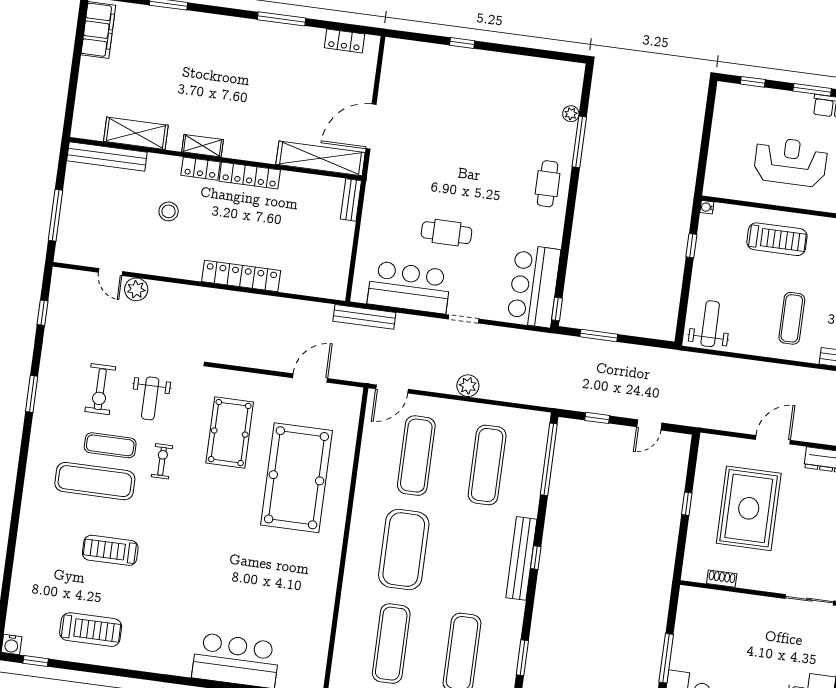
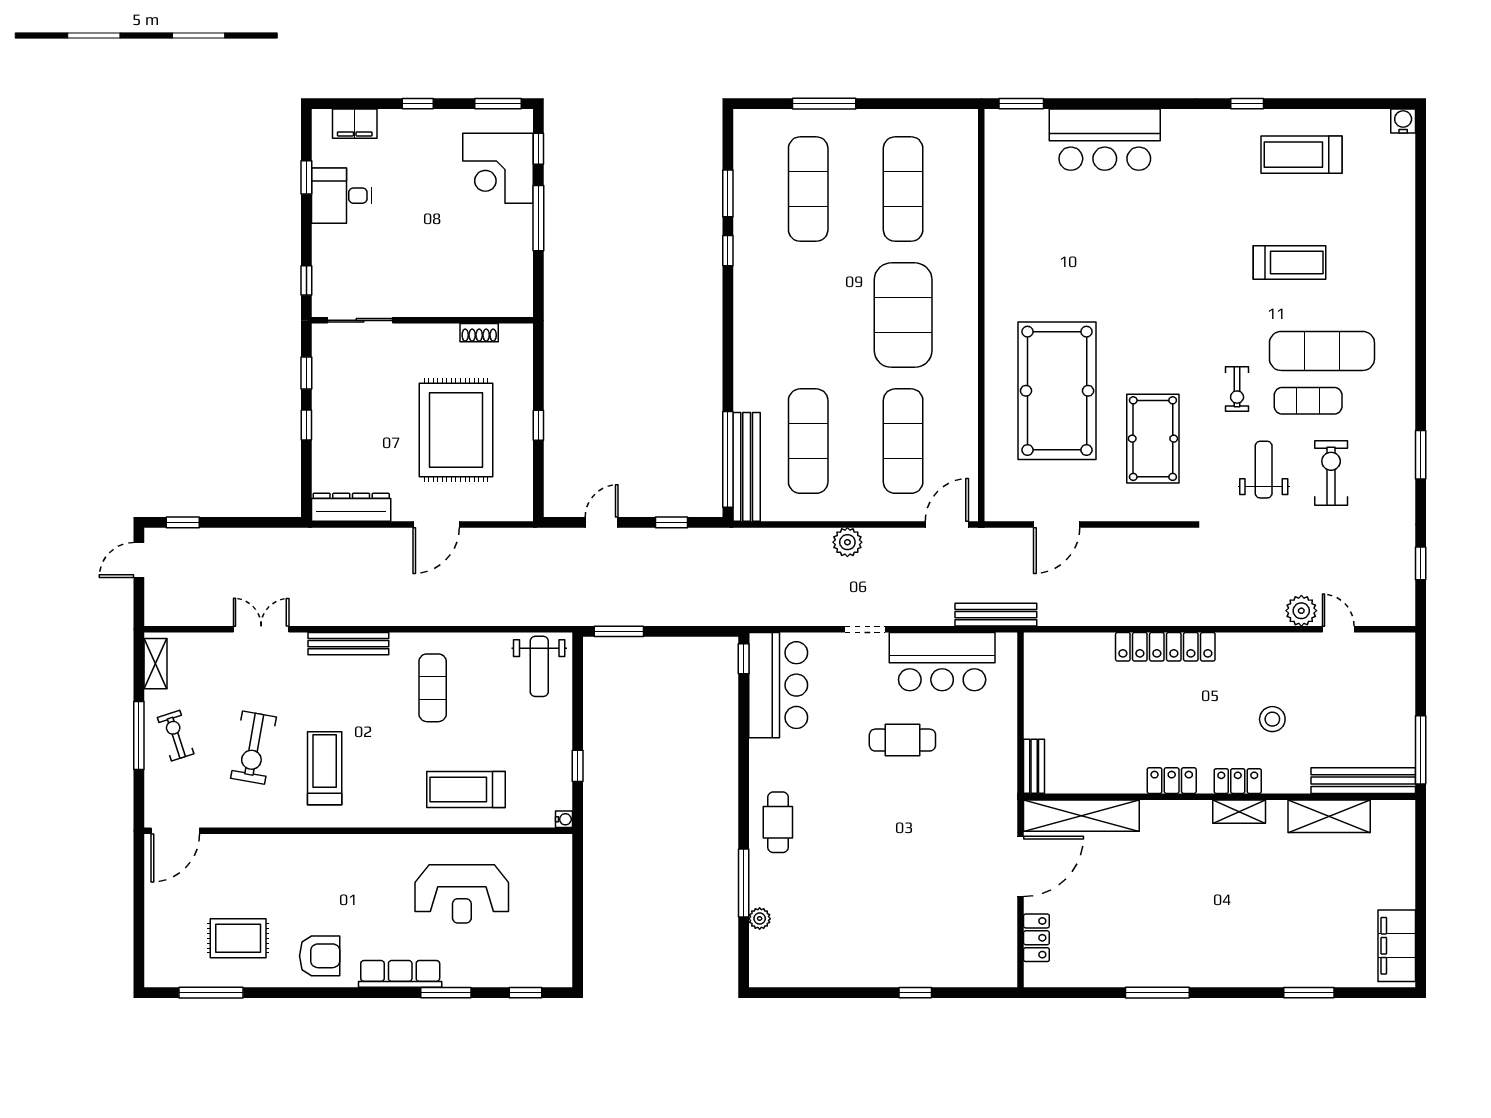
locker: (345, 41) -> (1036, 938), moved, turned 90
locker: (250, 176) -> (1172, 781), width x0.66
window: (56, 215) -> (1421, 750), moved
window: (599, 335) -> (619, 631), moved
bench: (521, 558) -> (747, 467), moved
window: (536, 558) -> (728, 251), moved
window: (36, 661) -> (1247, 104), moved

